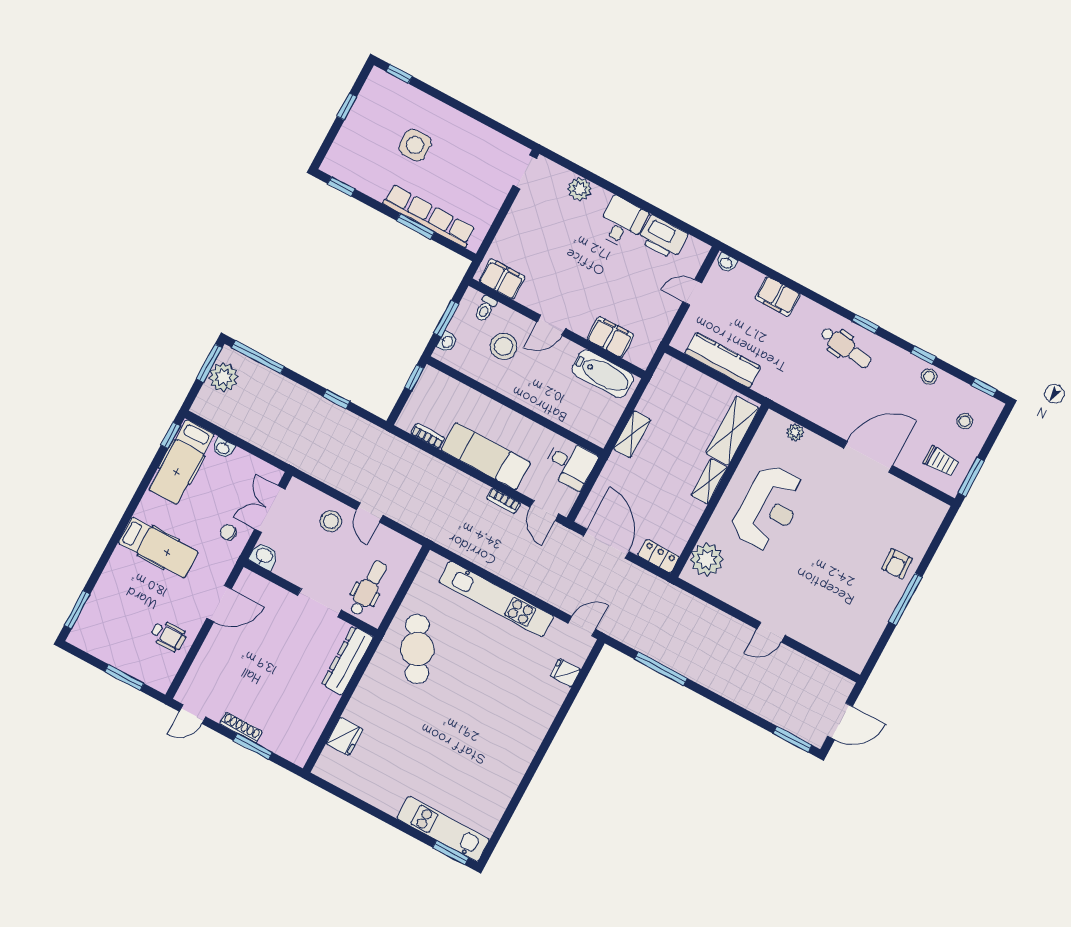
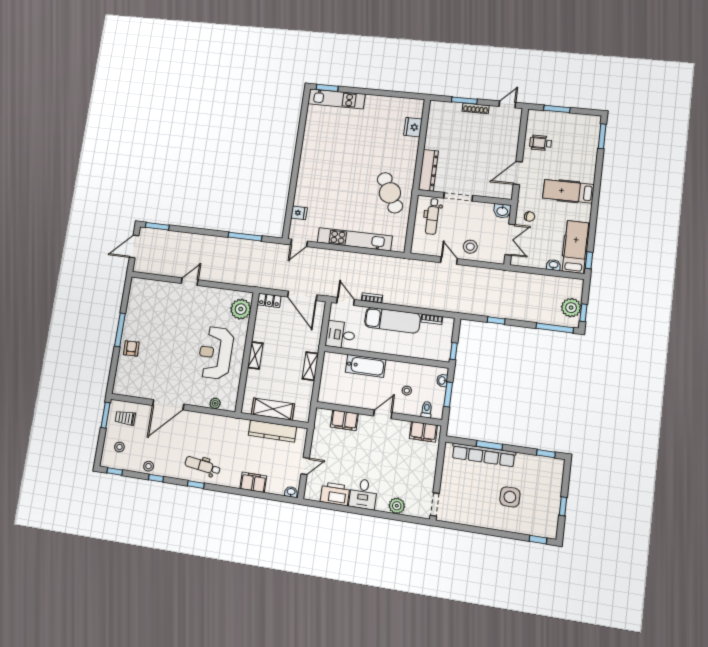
stool: (504, 346) -> (407, 391), width x0.53, depth x0.53
window: (209, 363) -> (583, 313), width x0.67
bathtub: (603, 374) -> (366, 366), moved, turned 180
shelving: (732, 431) -> (273, 409), moved, turned 90

